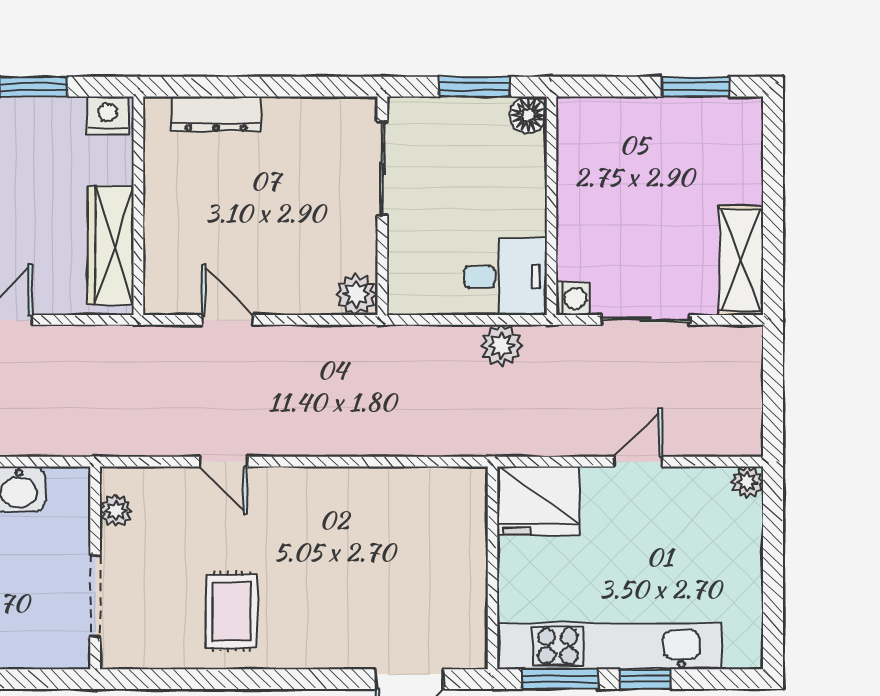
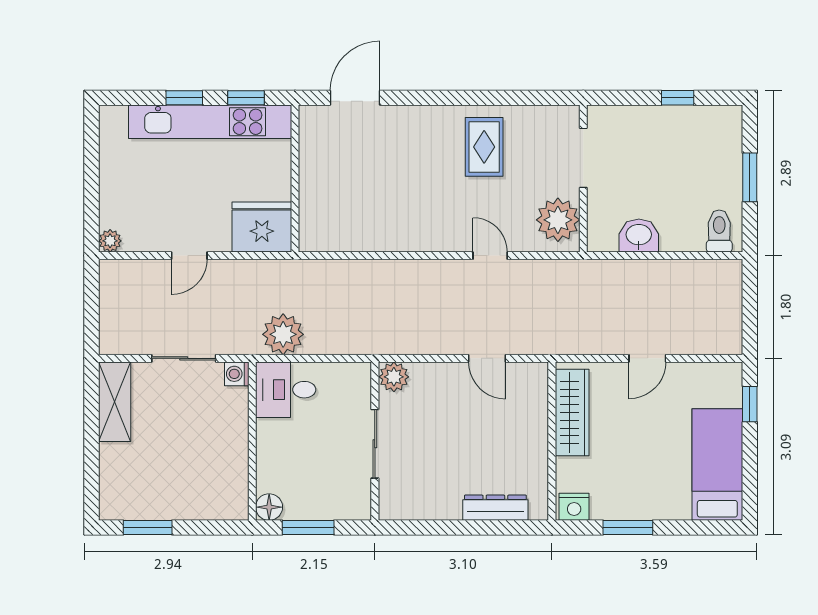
sliding door: (382, 169) -> (375, 444), moved
plant: (501, 346) -> (283, 334), width x1.36, depth x1.36
plant: (116, 511) -> (558, 220), width x1.88, depth x1.88
window: (560, 679) -> (246, 98), width x0.67

